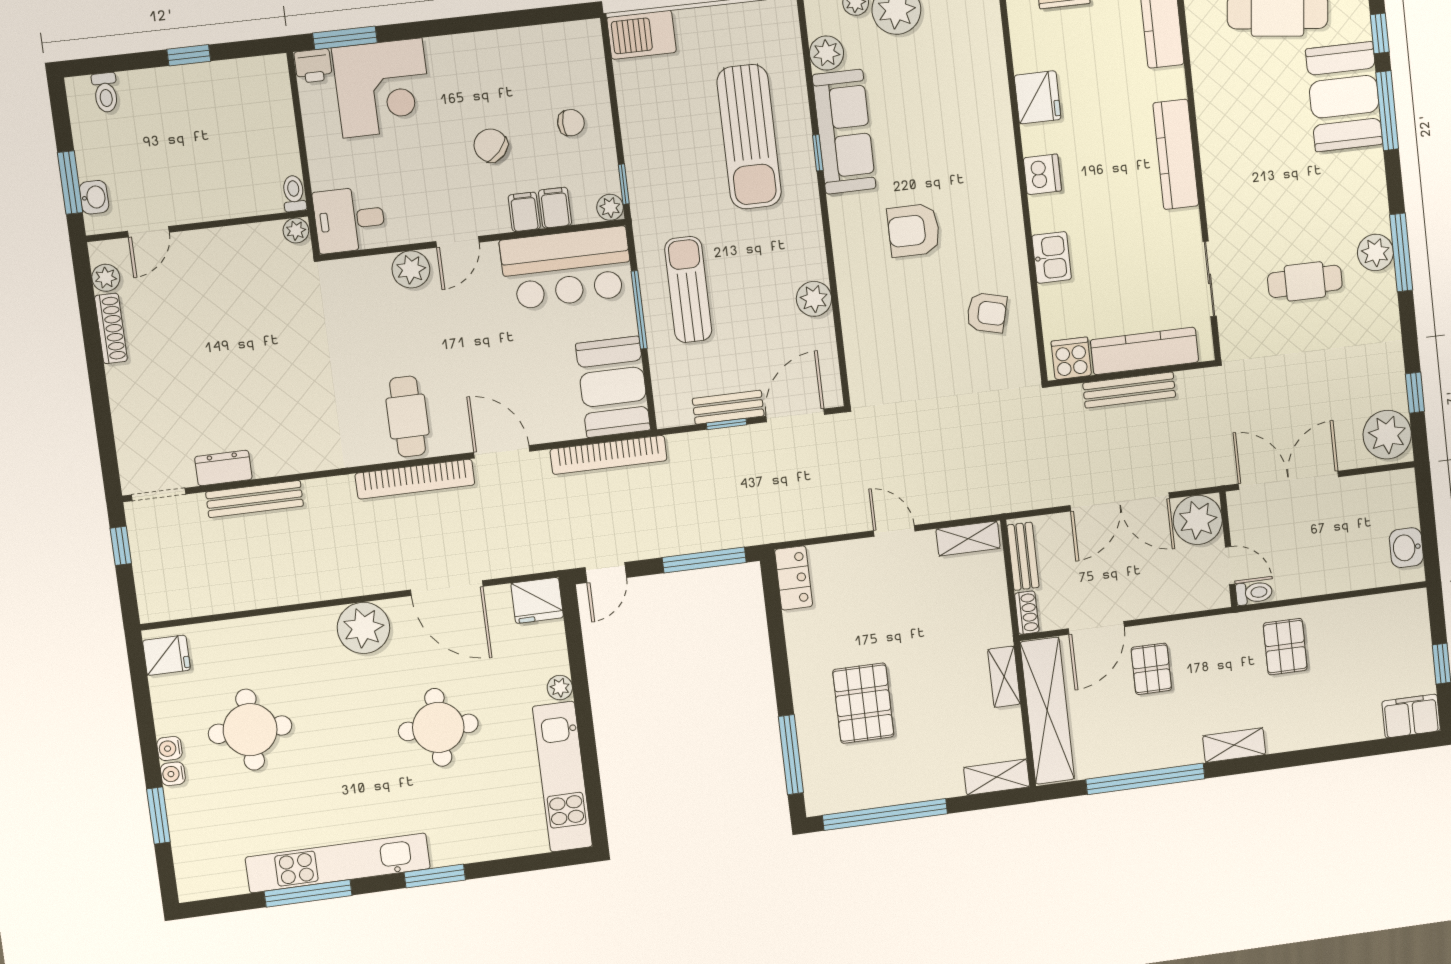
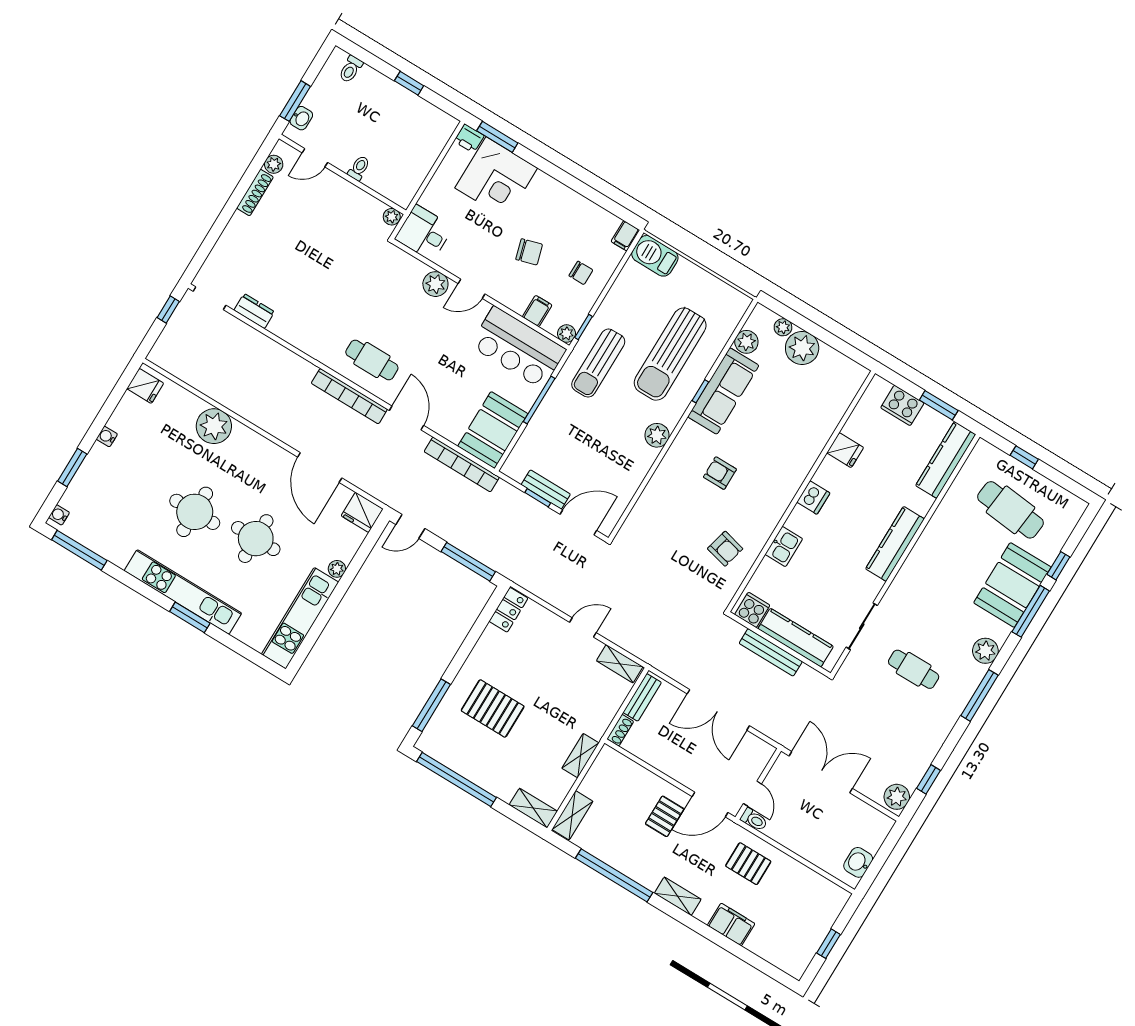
fridge: (1038, 97) -> (845, 450), width x0.72
chair: (491, 145) -> (529, 252), turned 121
toilet: (294, 193) -> (359, 168), moved
filing cabinet: (524, 212) -> (625, 236), moved, turned 180
armchair: (914, 230) -> (720, 473), width x0.72, depth x0.72
plant: (1375, 252) -> (985, 651), moved
sun lounger: (688, 290) -> (598, 363), moved, turned 180
plant: (814, 299) -> (657, 435), moved
cafe table: (408, 416) -> (372, 360), turned 90
plant: (1387, 435) -> (897, 797), width x0.73, depth x0.73
bench: (255, 499) -> (257, 340), removed
plant: (1198, 520) -> (754, 754), removed
door: (894, 531) -> (583, 627), hinge flipped
plant: (363, 628) -> (214, 426), moved
door: (1096, 628) -> (710, 804), moved
pallet: (1285, 647) -> (748, 864), turned 90
pallet: (863, 703) -> (493, 708), turned 90
shelving: (1047, 711) -> (572, 815), width x0.45, depth x0.75
filing cabinet: (1411, 716) -> (731, 924), moved
round table: (250, 730) -> (195, 512), moved
water cooler: (173, 774) -> (59, 515), moved
kitchen unit: (338, 863) -> (183, 592), moved
window: (308, 893) -> (79, 550), moved

